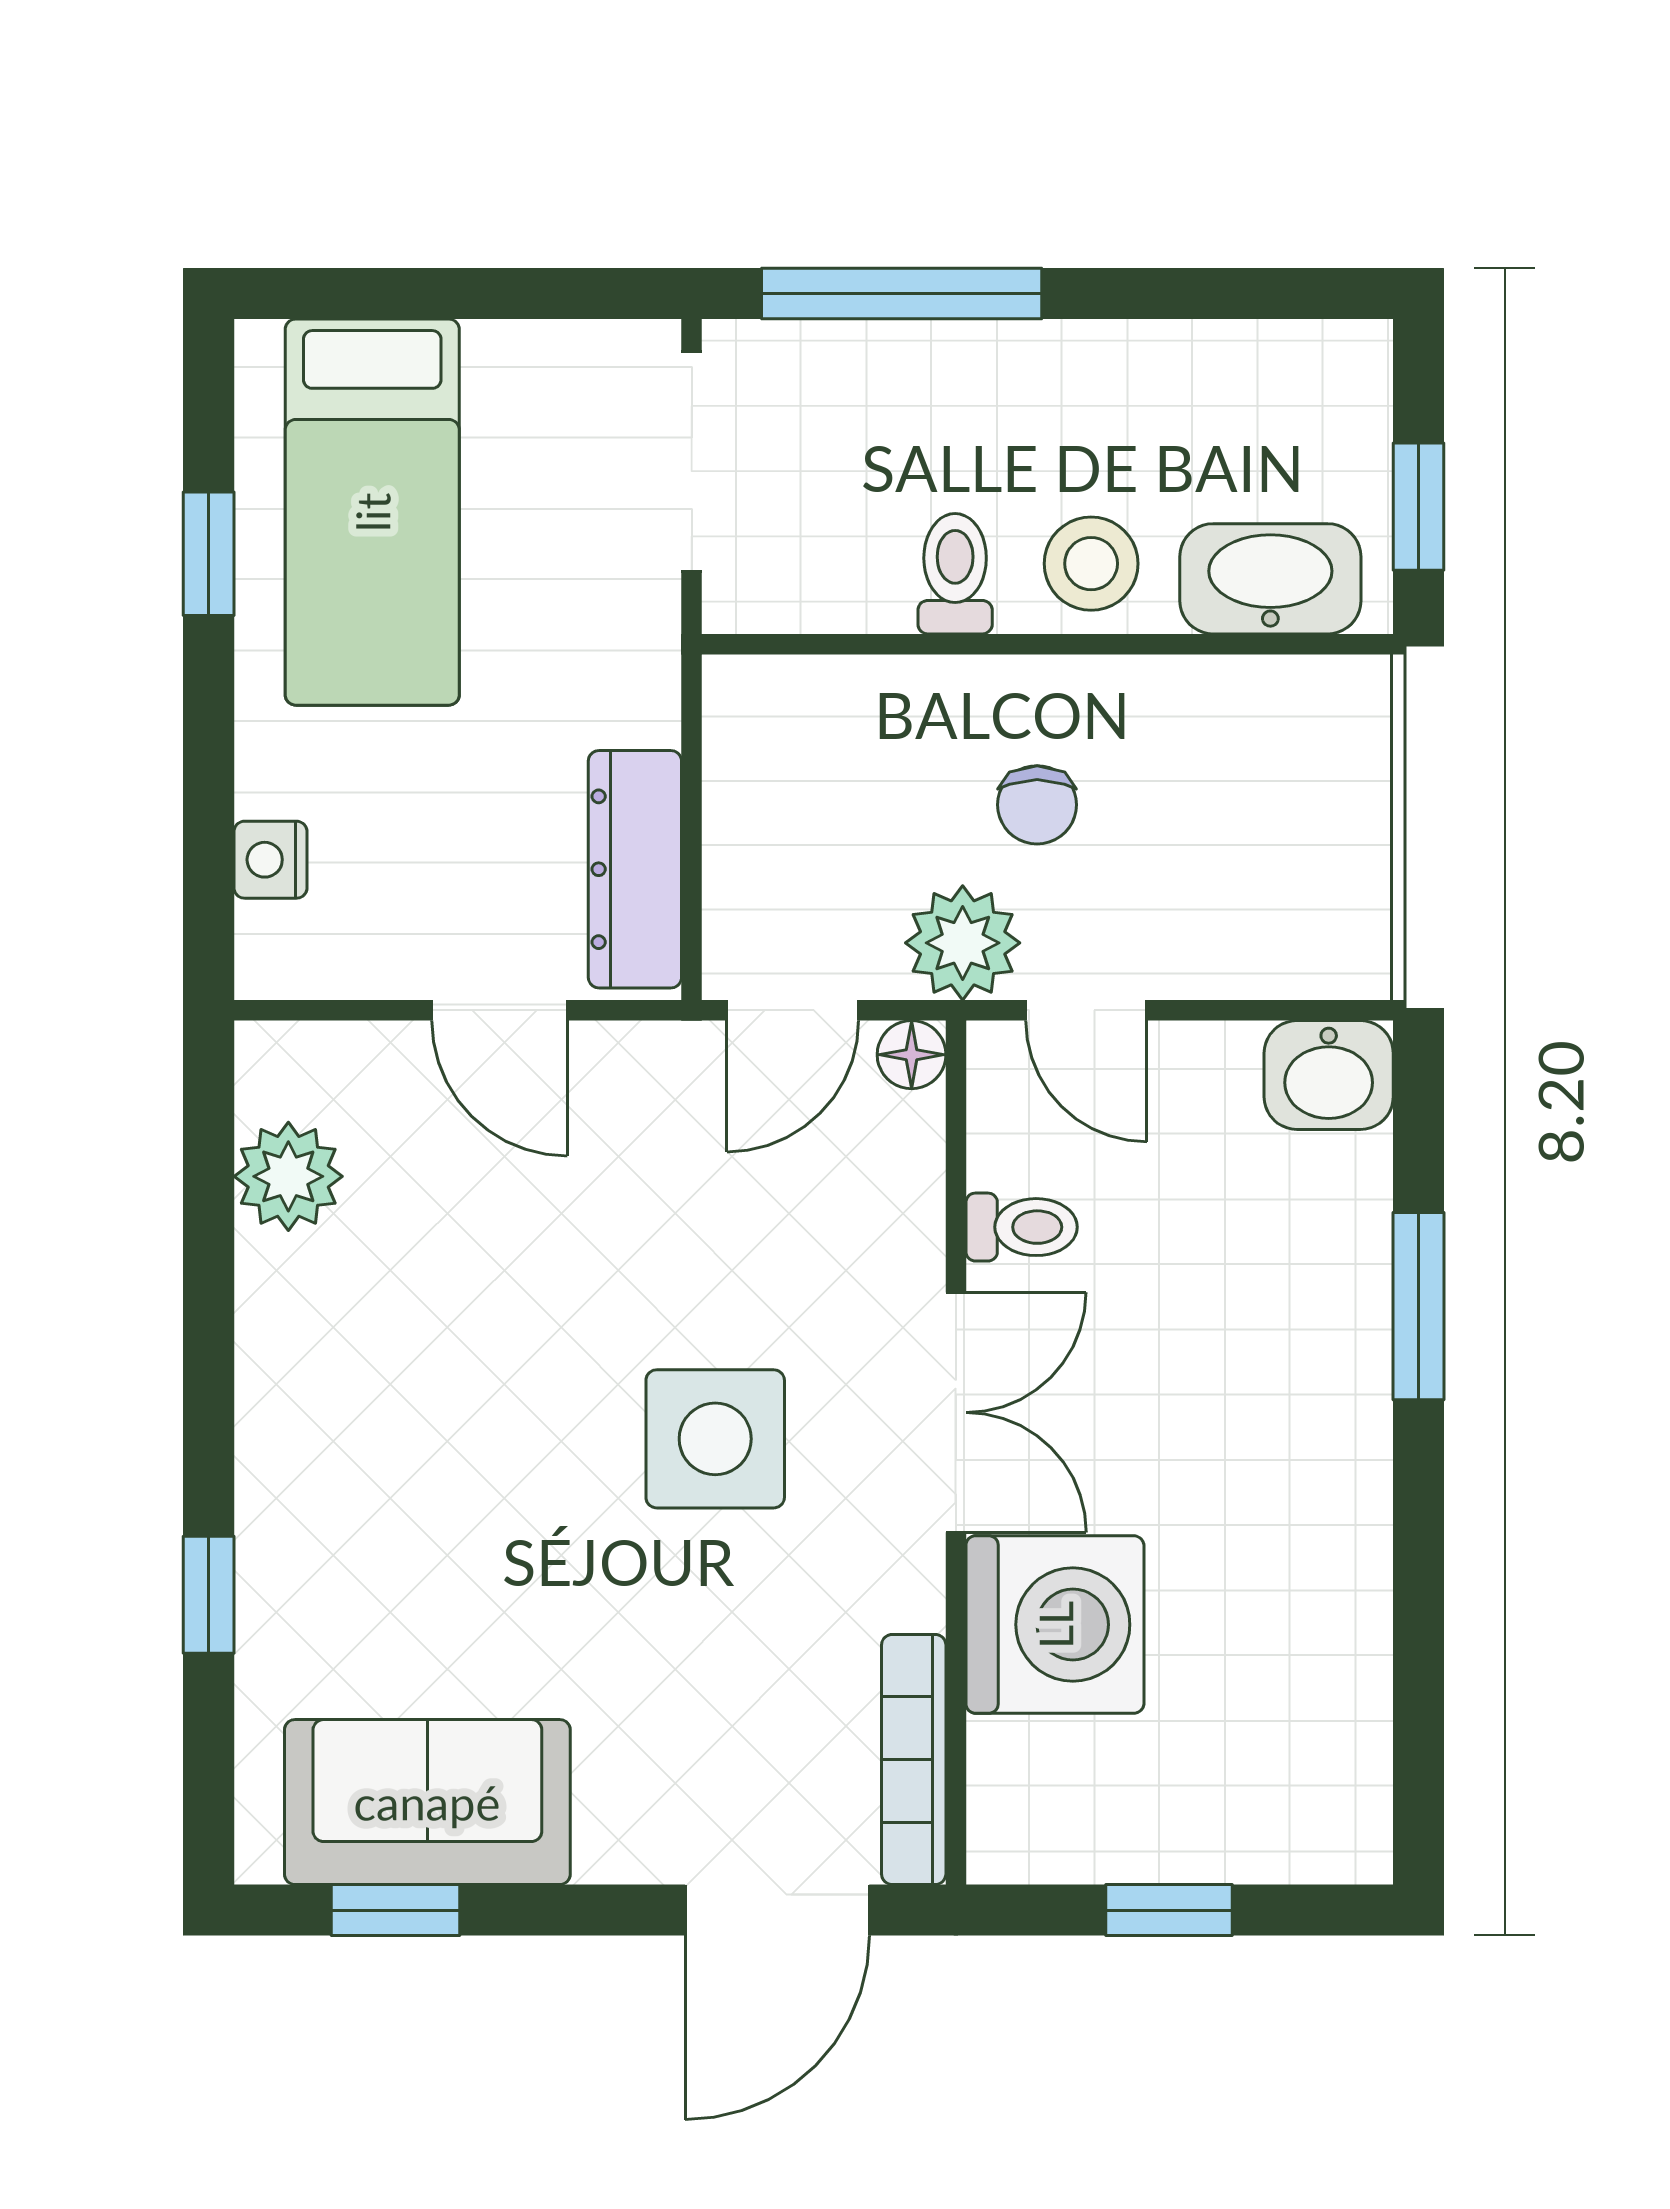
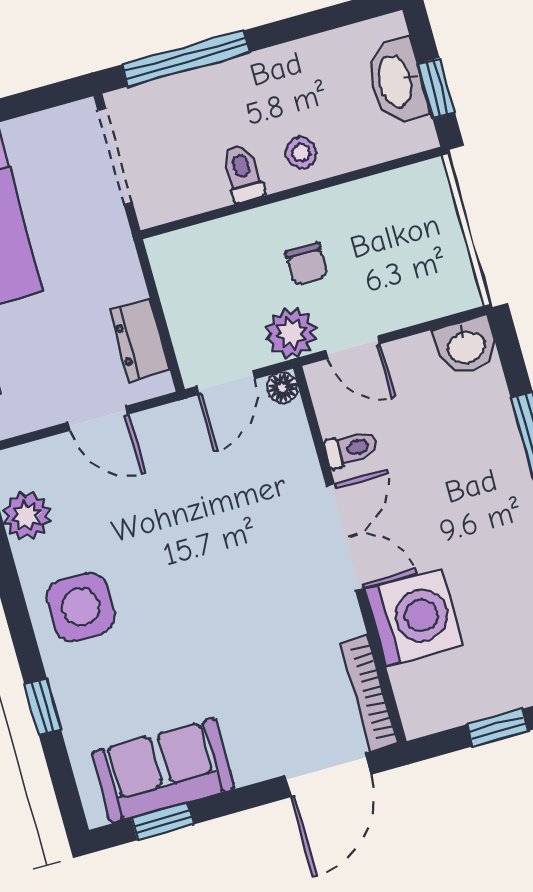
stool: (1091, 564) -> (301, 153), width x0.73, depth x0.73
washbasin: (1270, 579) -> (396, 81), moved, turned -90
dresser: (635, 869) -> (140, 341), width x0.70
side table: (715, 1439) -> (81, 607), moved

